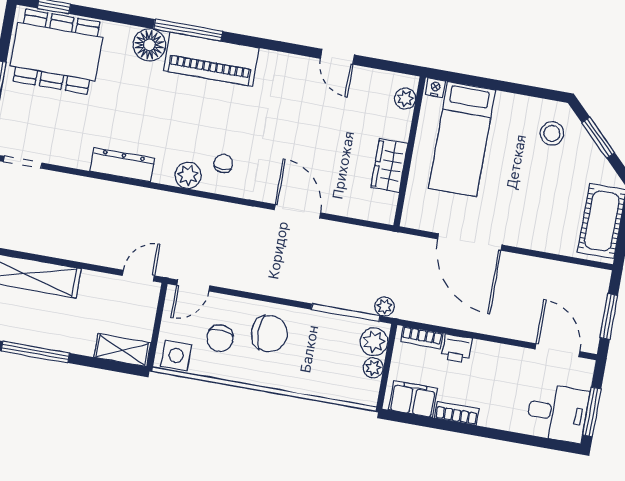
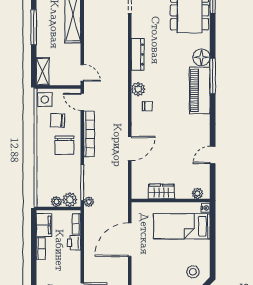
bookcase: (256, 283) -> (89, 134), added

